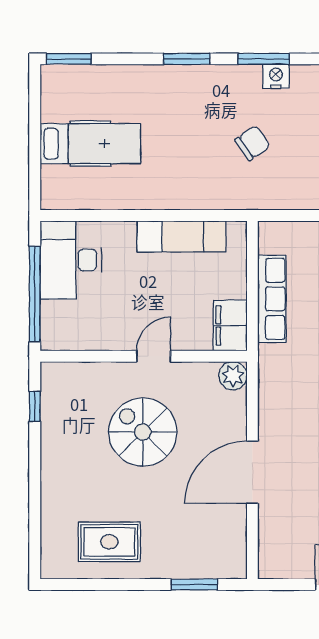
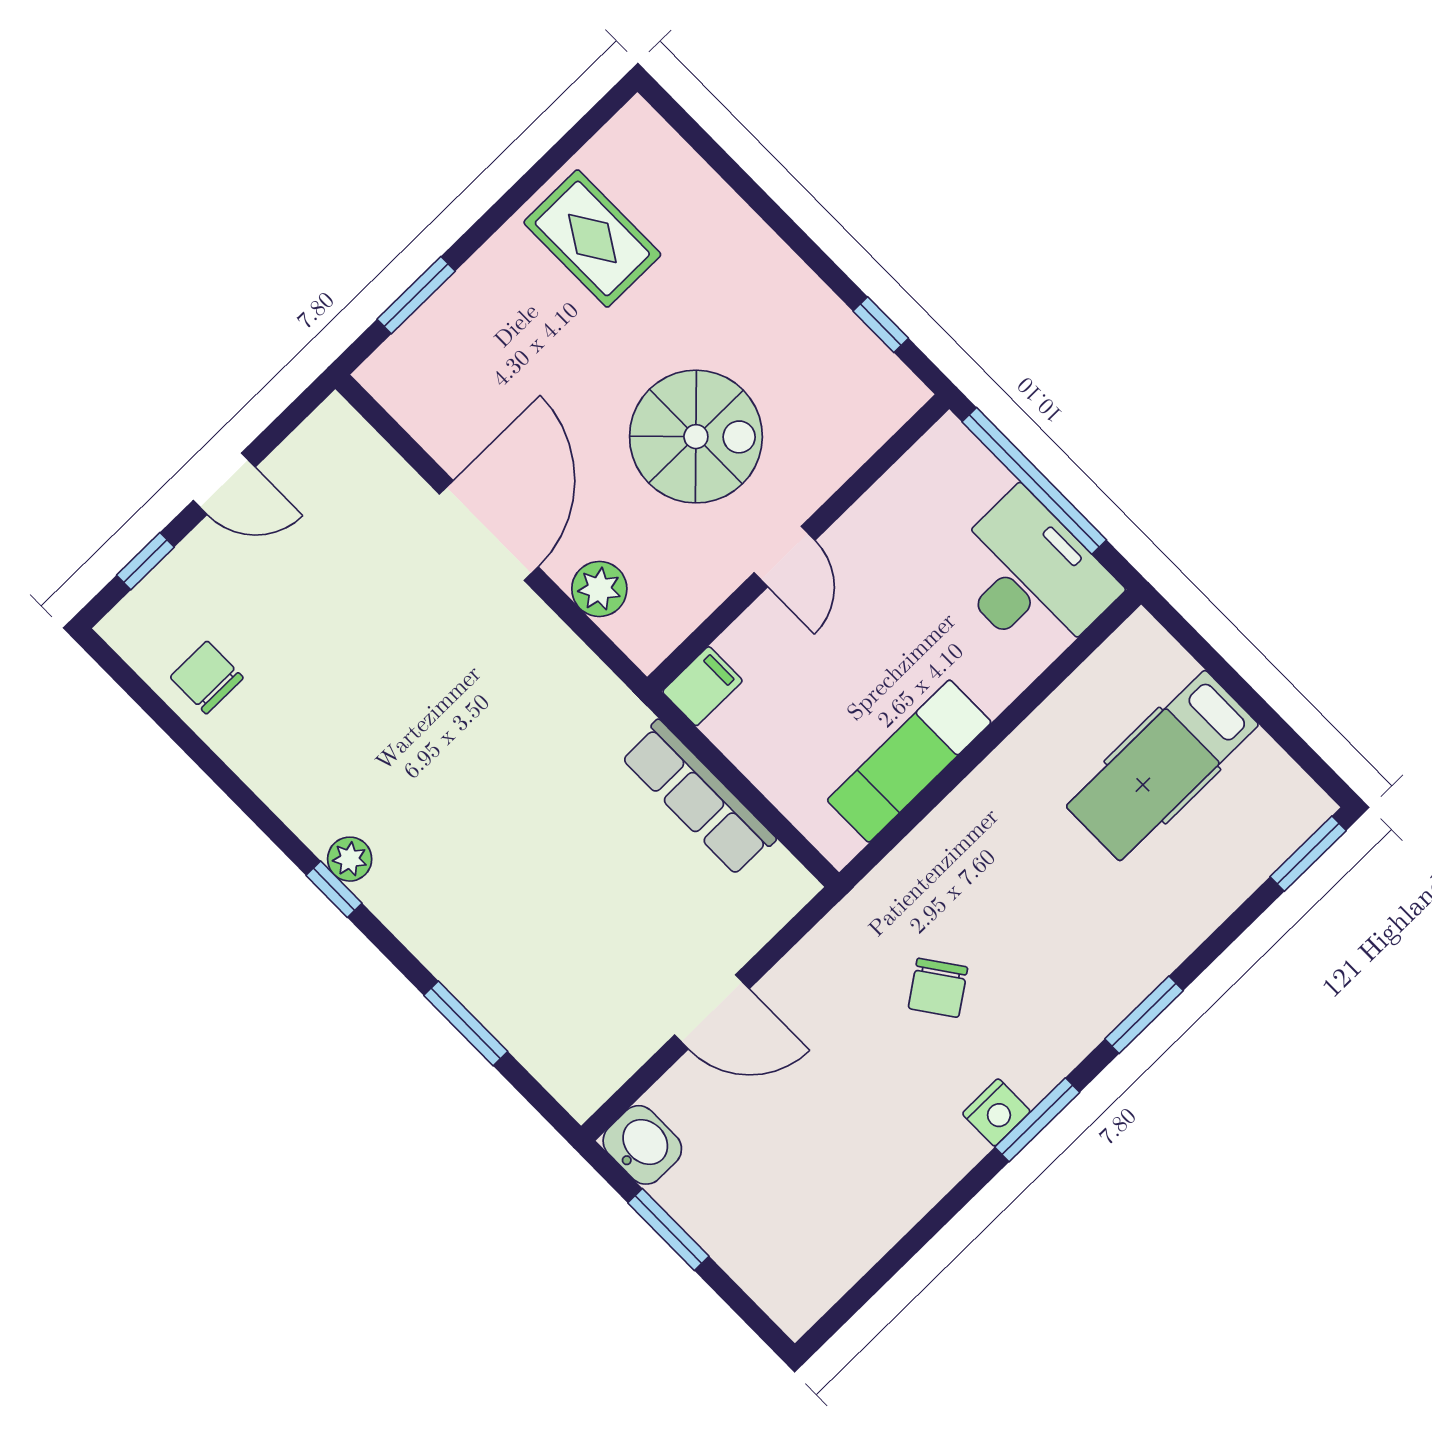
filing cabinet: (230, 326) -> (702, 686), width x0.50
plant: (233, 376) -> (599, 589), moved
rug: (109, 542) -> (592, 238), turned 90

